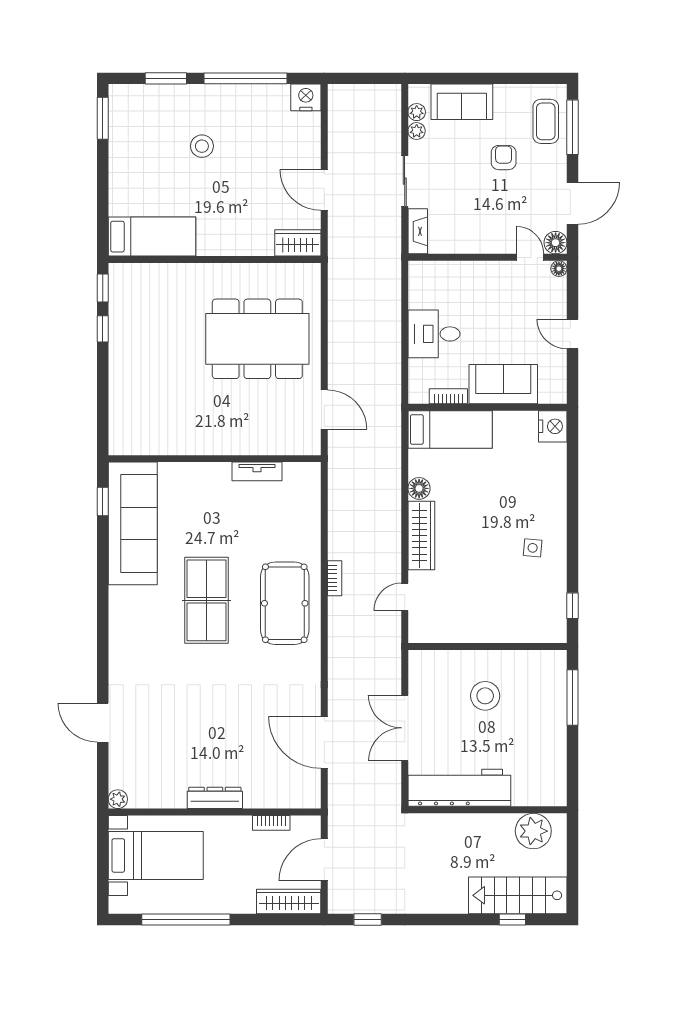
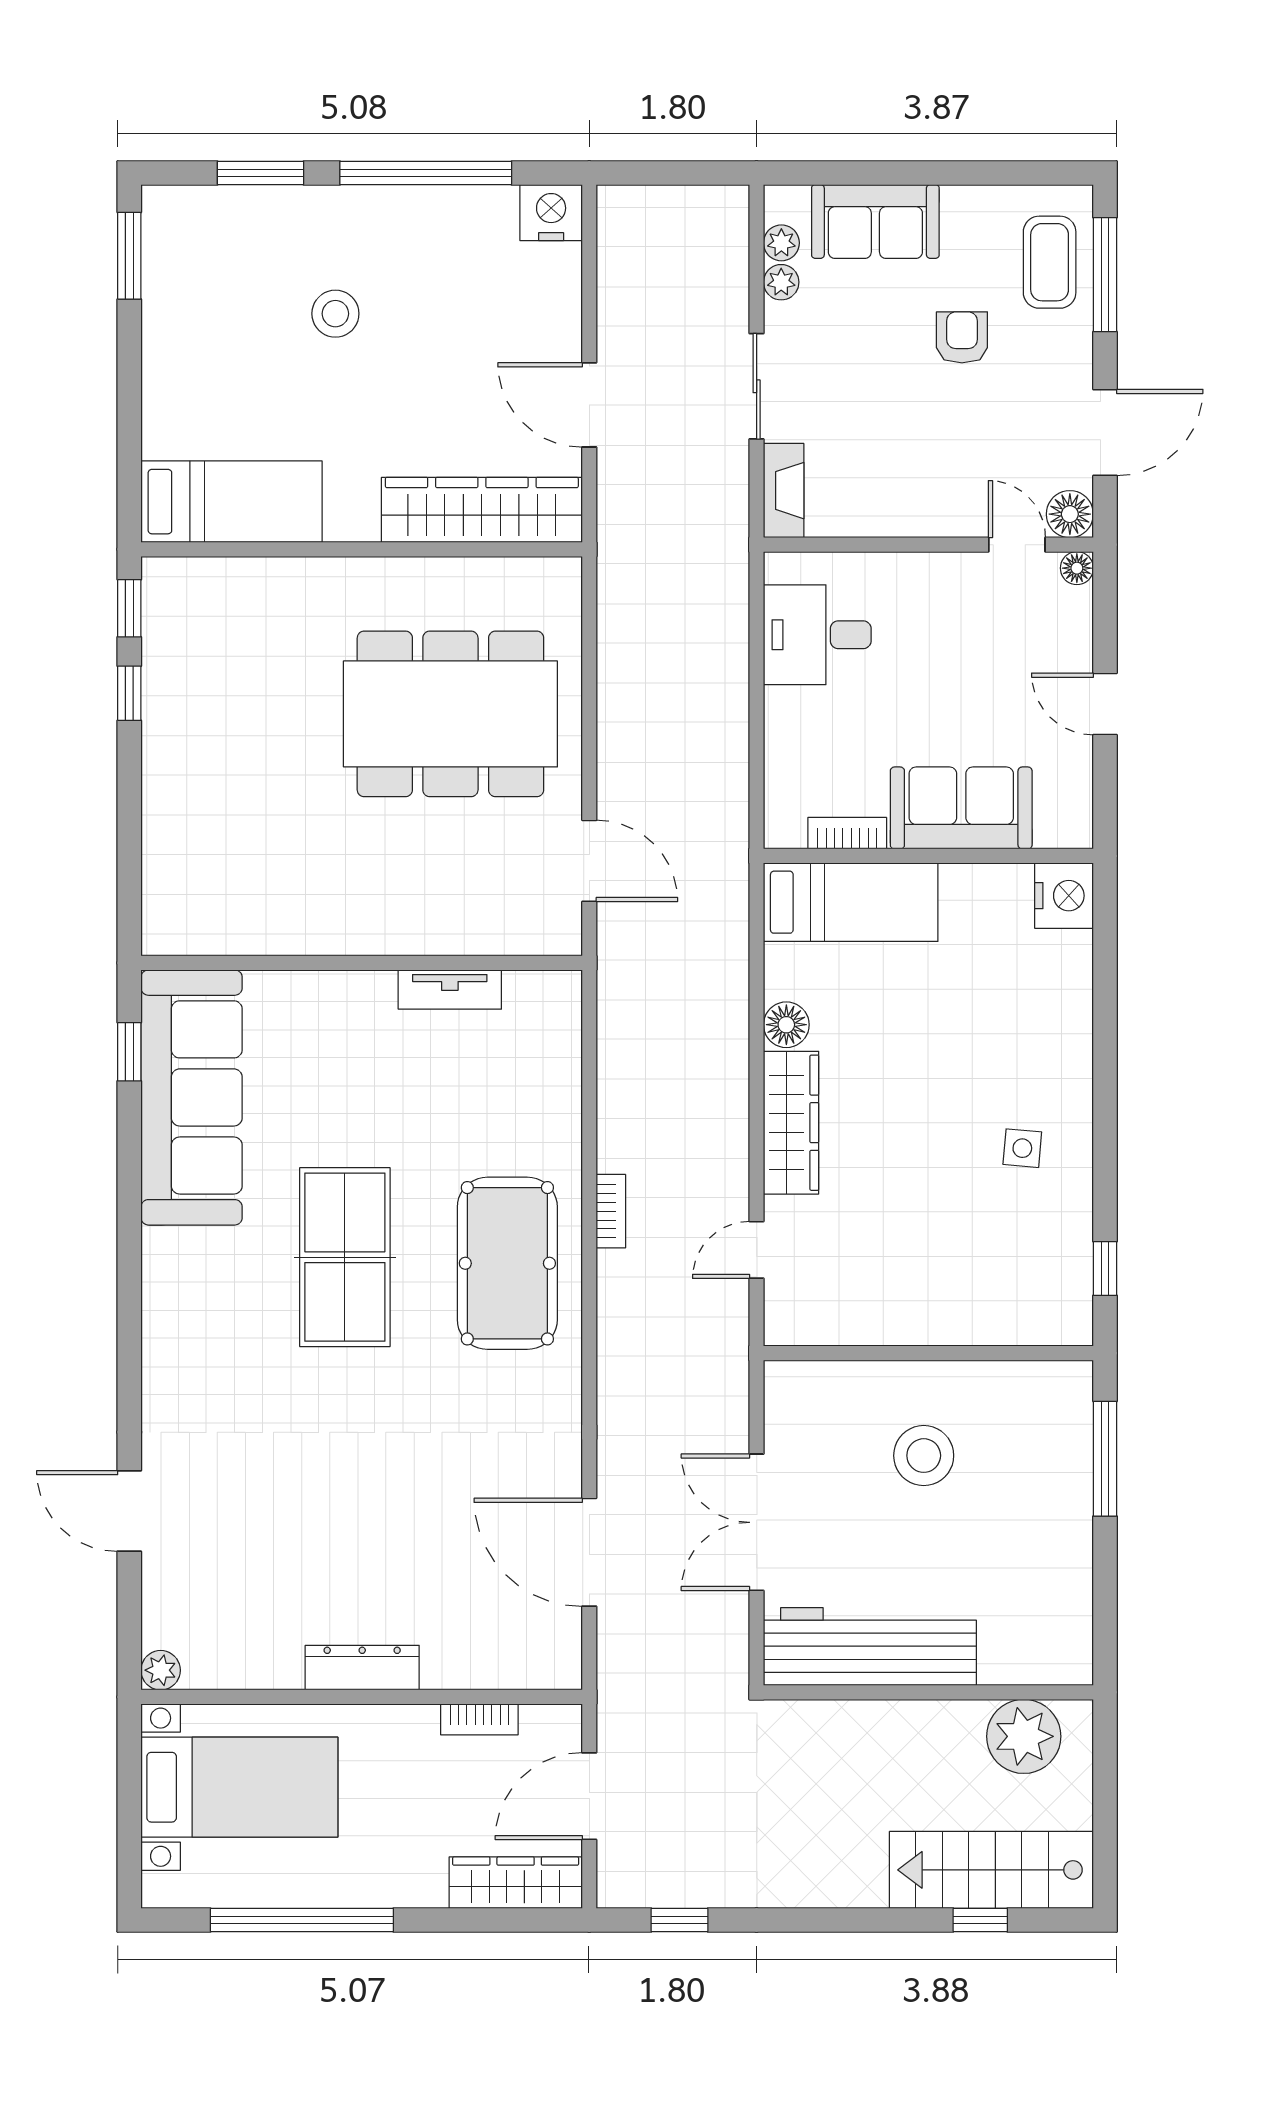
wardrobe: (298, 243) -> (482, 510), width x2.10, depth x1.17
desk: (434, 334) -> (817, 635), moved

